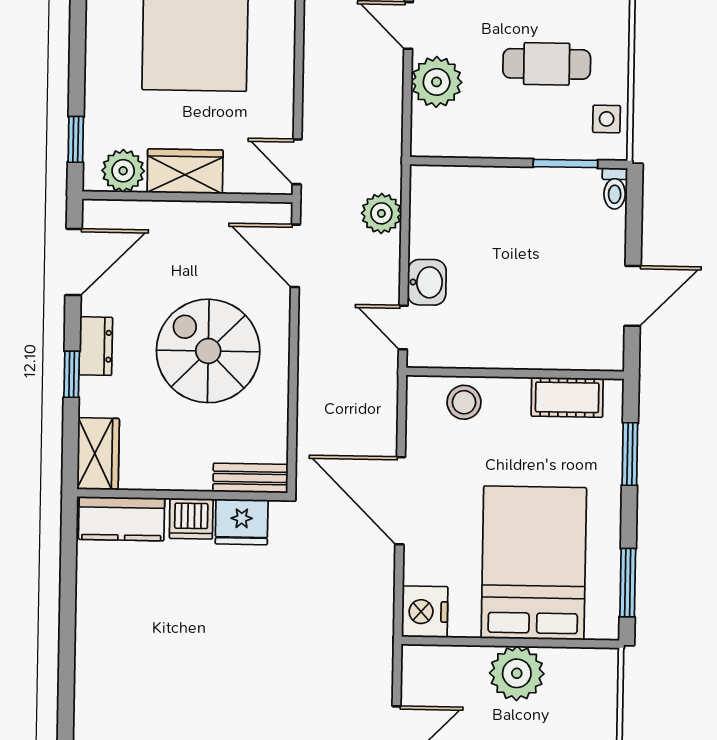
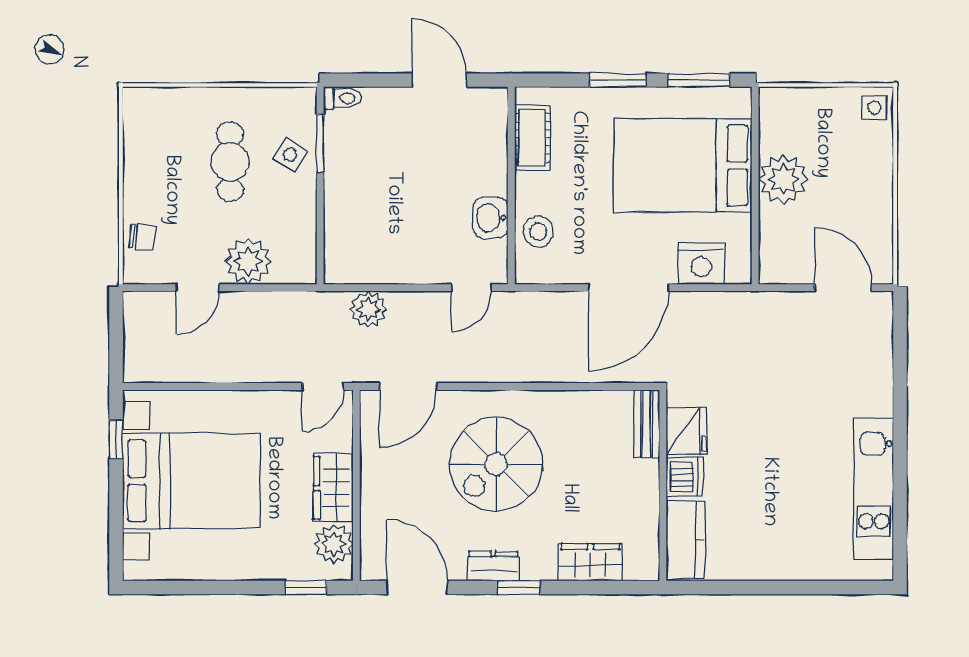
side table: (607, 119) -> (290, 155), moved, turned 31
washbasin: (427, 282) -> (491, 218), moved, turned -90
window: (630, 454) -> (618, 80), moved
bench: (250, 478) -> (647, 424), moved
wall: (182, 495) -> (663, 485), moved
kitchen counter: (122, 519) -> (686, 540), moved
dishwasher: (191, 519) -> (684, 477), moved
fridge: (242, 522) -> (686, 431), moved
nightstand: (425, 612) -> (701, 264), moved

